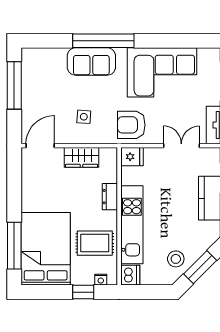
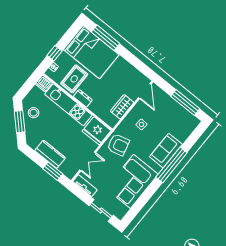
armchair: (131, 125) -> (118, 145), turned 75
fridge: (132, 157) -> (97, 131), width x1.88, depth x1.34
dresser: (110, 197) -> (83, 98), moved

